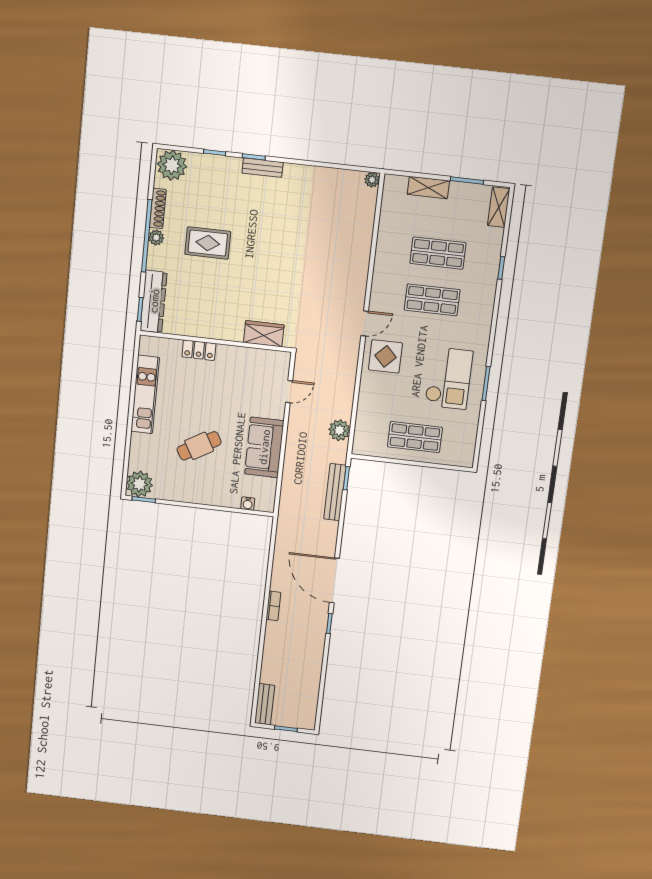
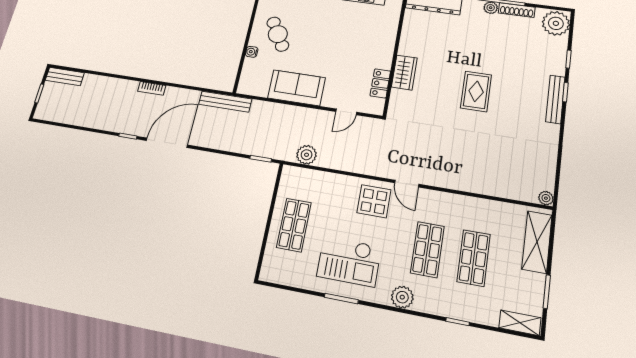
bench: (263, 168) -> (555, 99), width x1.36
shelving: (428, 188) -> (537, 242), width x1.50, depth x1.33
rug: (208, 243) -> (476, 91), moved
plant: (481, 323) -> (402, 297), added
wardrobe: (264, 334) -> (404, 73), moved
locker: (199, 350) -> (380, 83), moved
door: (289, 392) -> (346, 112), hinge flipped
cafe table: (199, 446) -> (278, 34), moved
bench: (335, 492) -> (225, 102), moved
water cooler: (248, 504) -> (252, 52), moved

